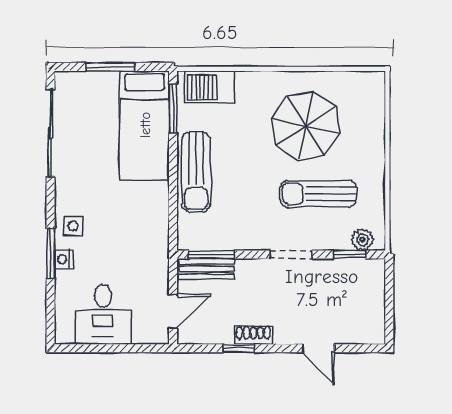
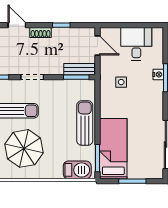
side table: (73, 226) -> (121, 82), moved
door: (173, 312) -> (98, 45), swing flipped
shoe rack: (253, 335) -> (41, 32), moved

